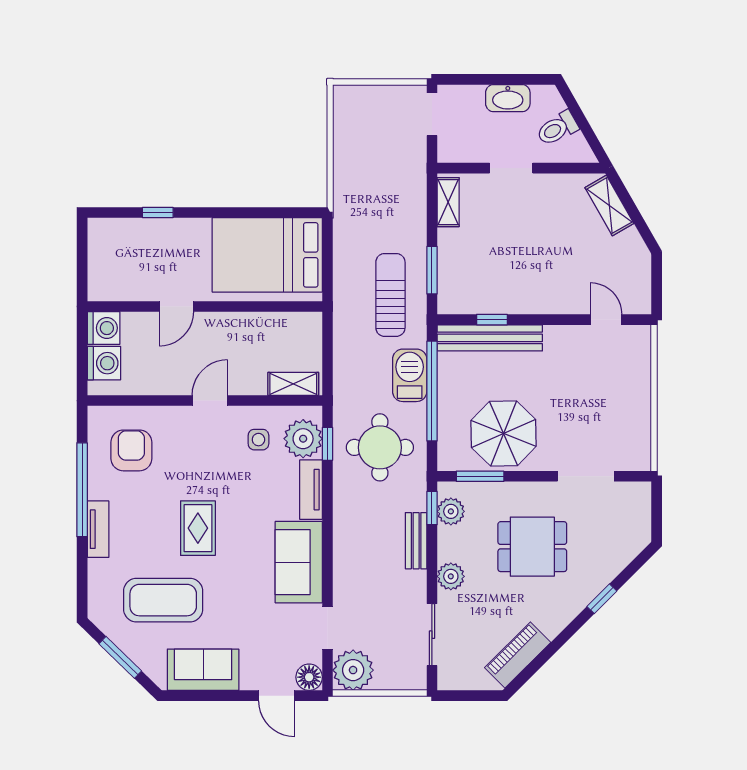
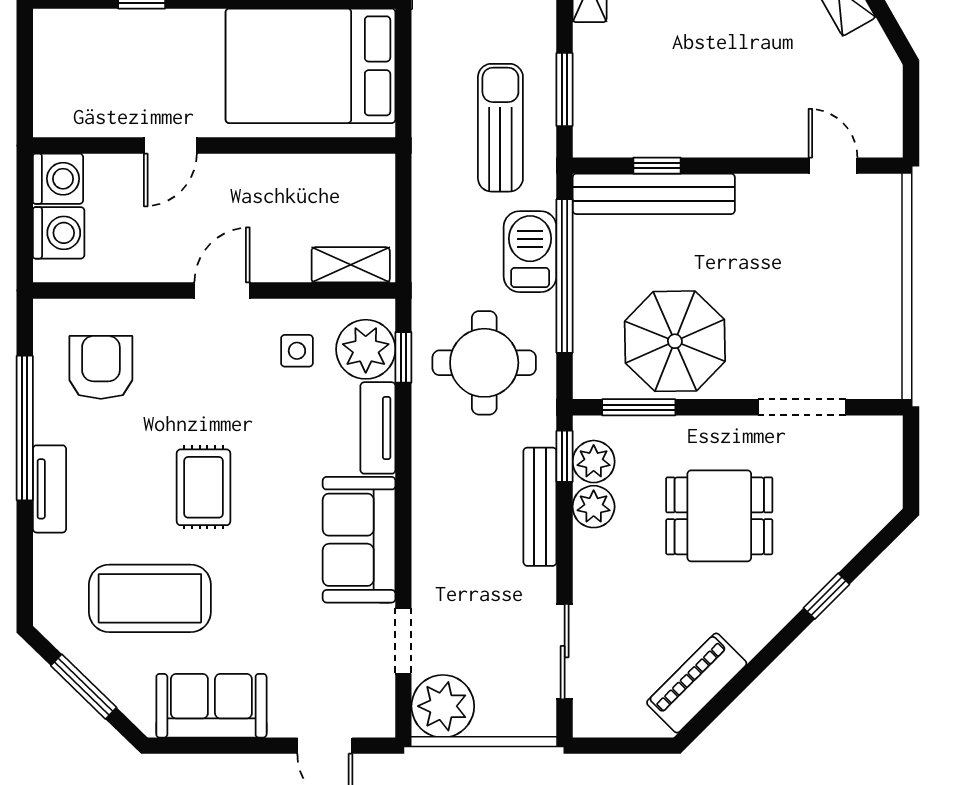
bench: (416, 541) -> (540, 507), width x1.36
plant: (451, 576) -> (594, 507), moved
floor lamp: (309, 677) -> (375, 717), removed

